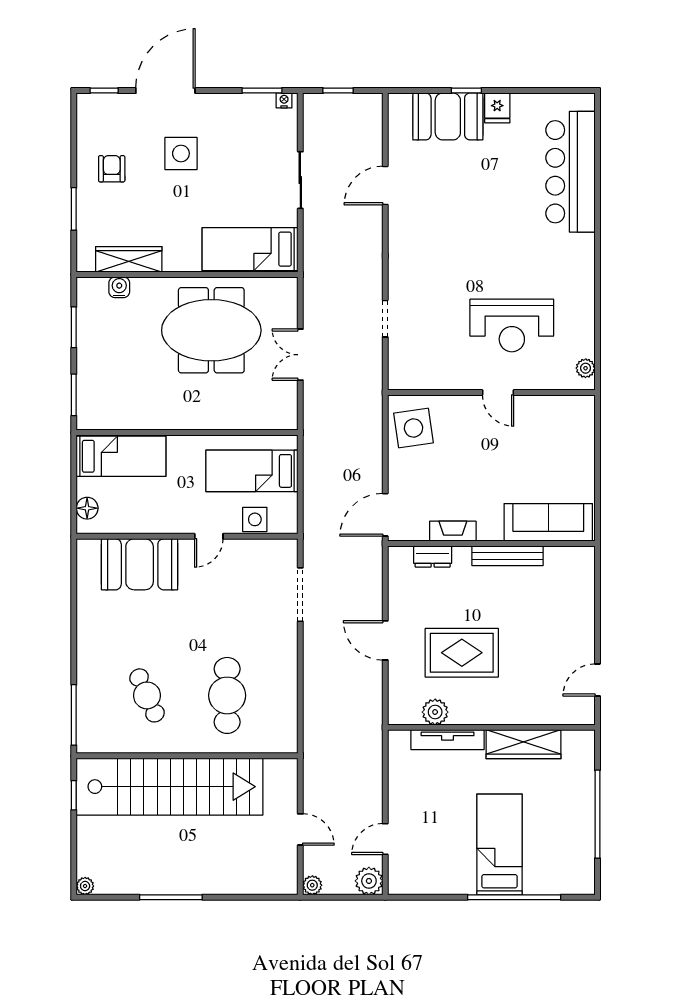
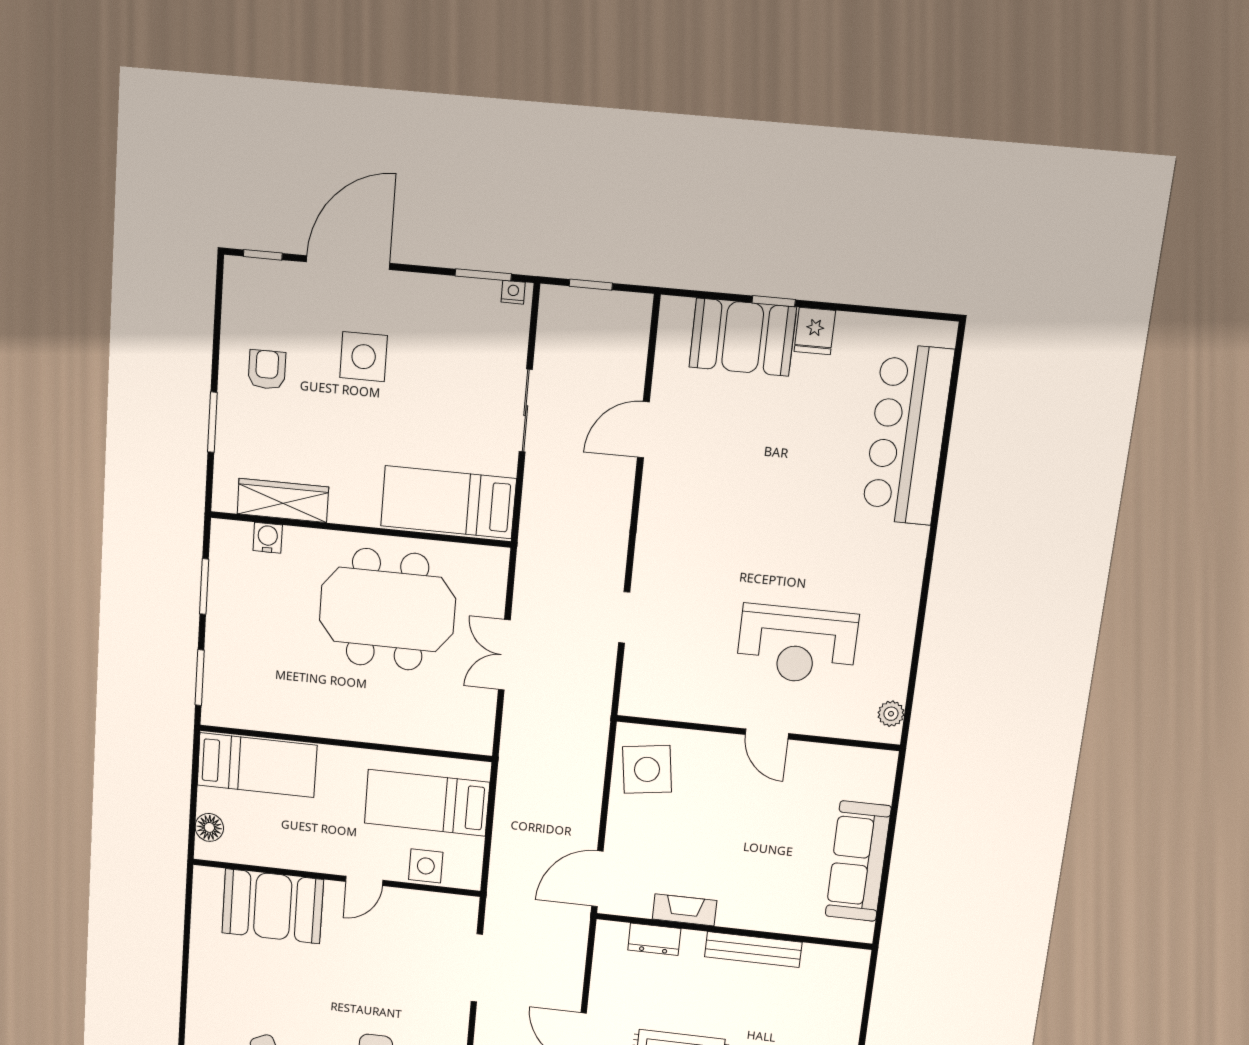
sofa: (548, 522) -> (858, 861), moved, turned -90

